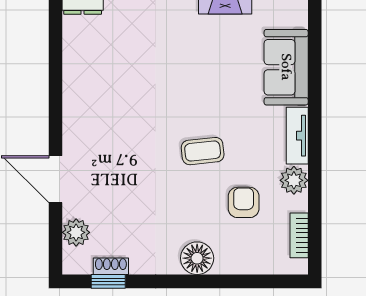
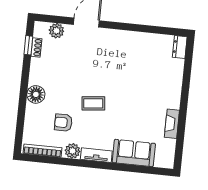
coffee table: (203, 151) -> (93, 103), turned 90
armchair: (244, 202) -> (63, 123), turned 180
bookcase: (299, 235) -> (43, 151), width x1.56

